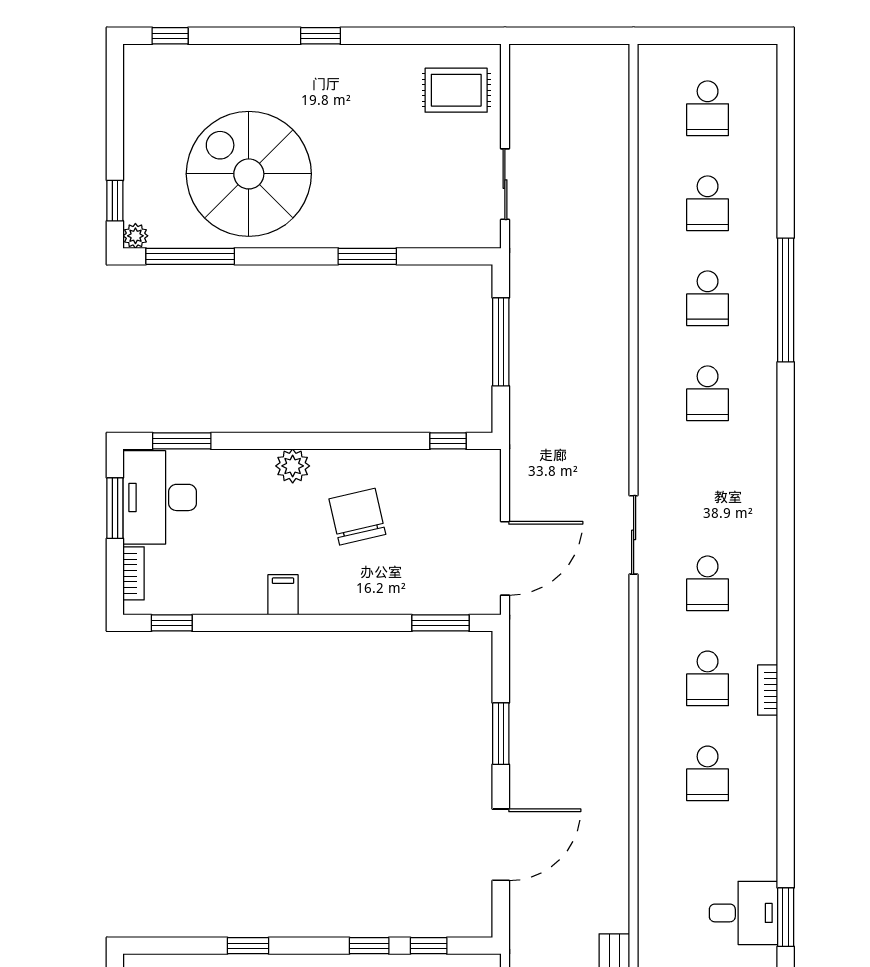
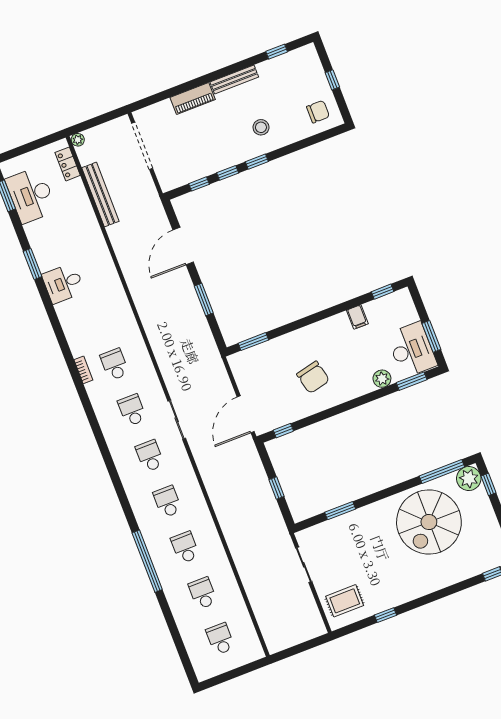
window: (321, 36) -> (385, 615), moved
spiral stairs: (249, 174) -> (429, 522), turned 90
plant: (135, 236) -> (469, 479), width x1.88, depth x1.88
window: (367, 256) -> (340, 511), moved
window: (501, 342) -> (276, 488), width x0.46
plant: (293, 466) -> (382, 379), moved
door: (505, 558) -> (246, 414), moved
bookcase: (134, 573) -> (410, 308), removed
filing cabinet: (283, 595) -> (357, 317), moved
school desk: (708, 773) -> (150, 456), moved
desk: (744, 913) -> (63, 283), moved
window: (248, 946) -> (257, 162), moved

